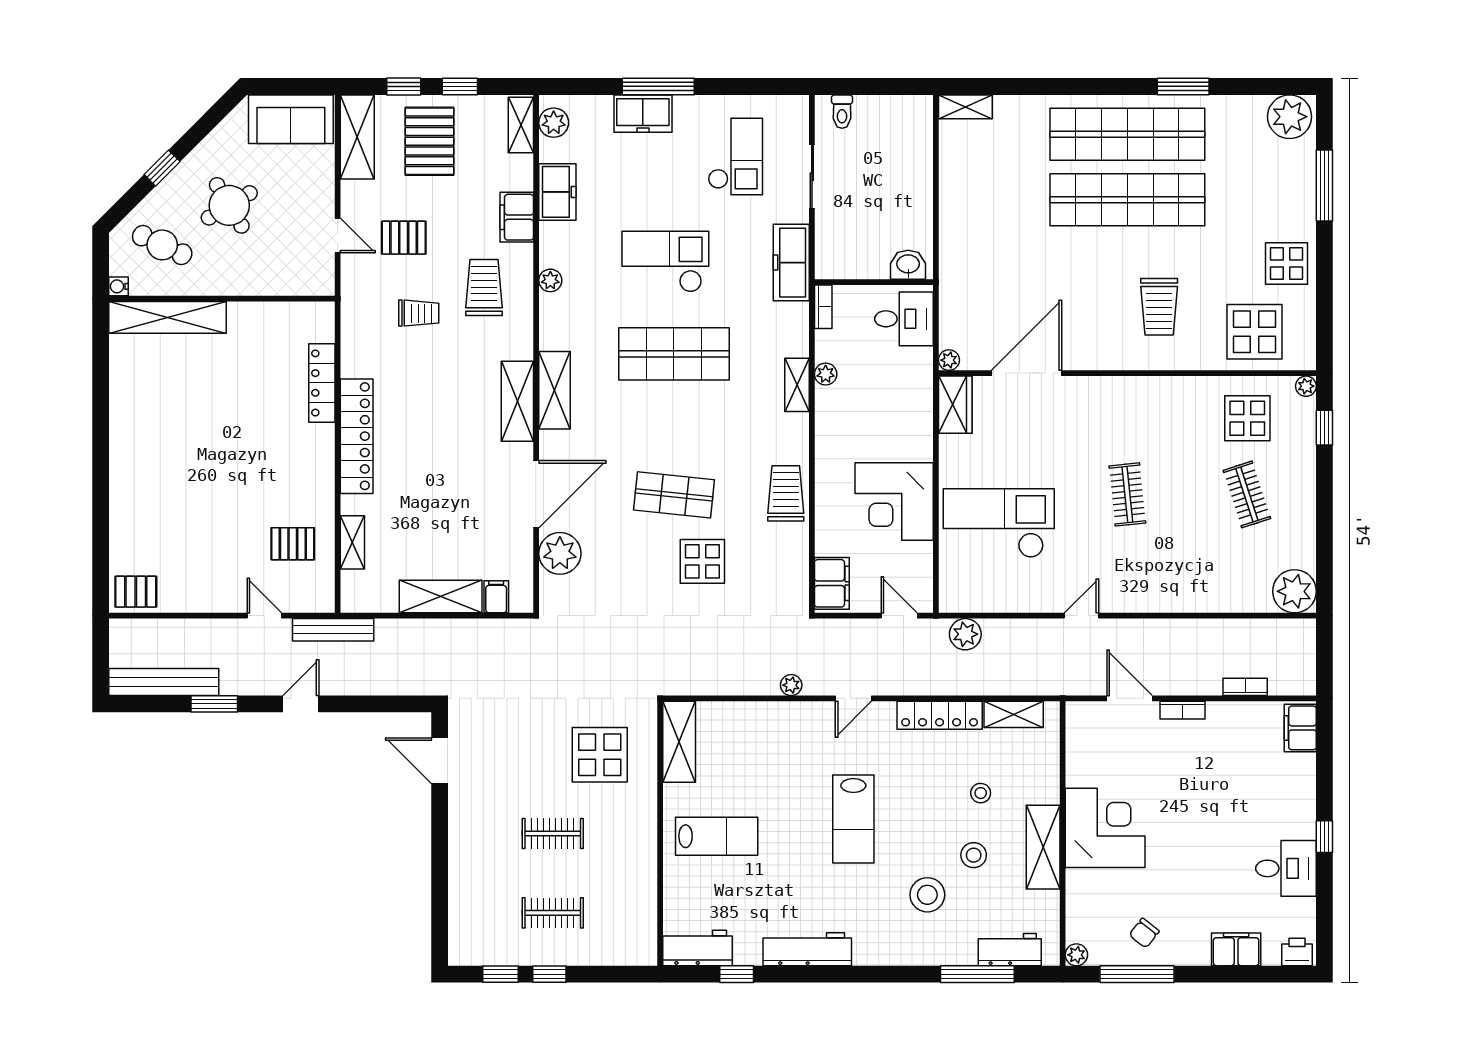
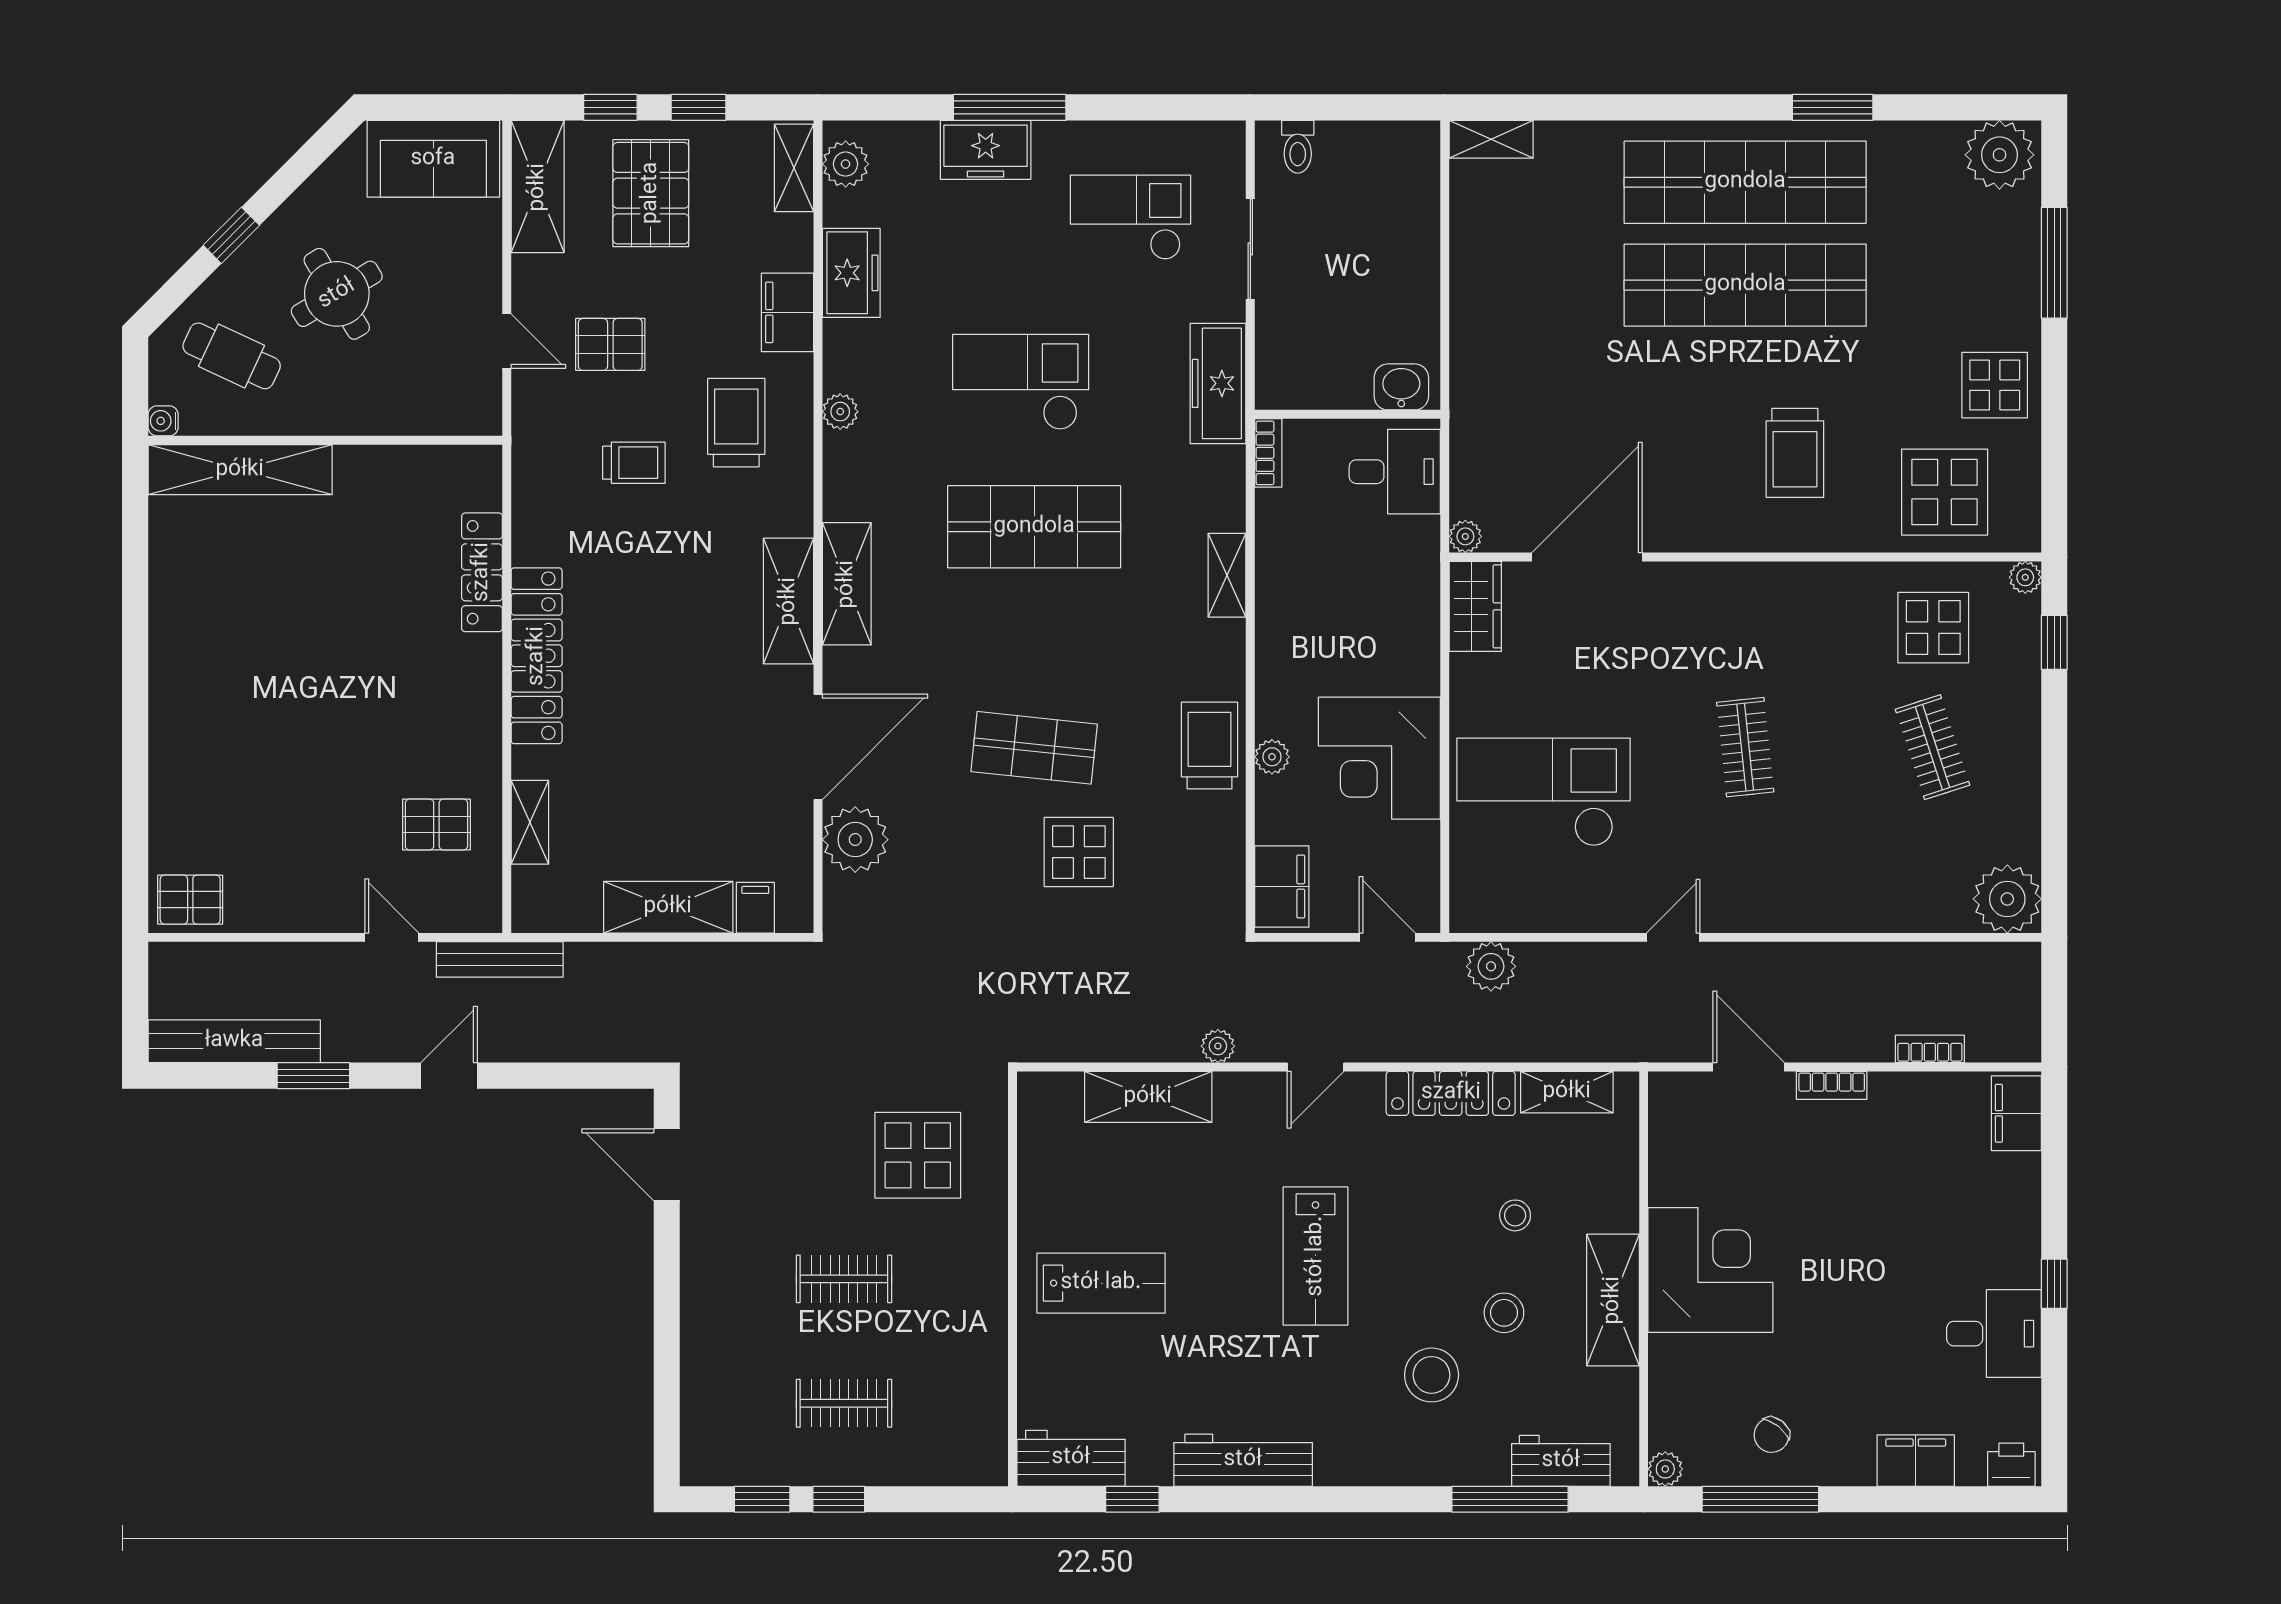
checkout: (735, 157) -> (1130, 217), turned -90
plant: (826, 374) -> (1272, 757), moved
shelving: (679, 742) -> (1148, 1097), moved, turned 90

